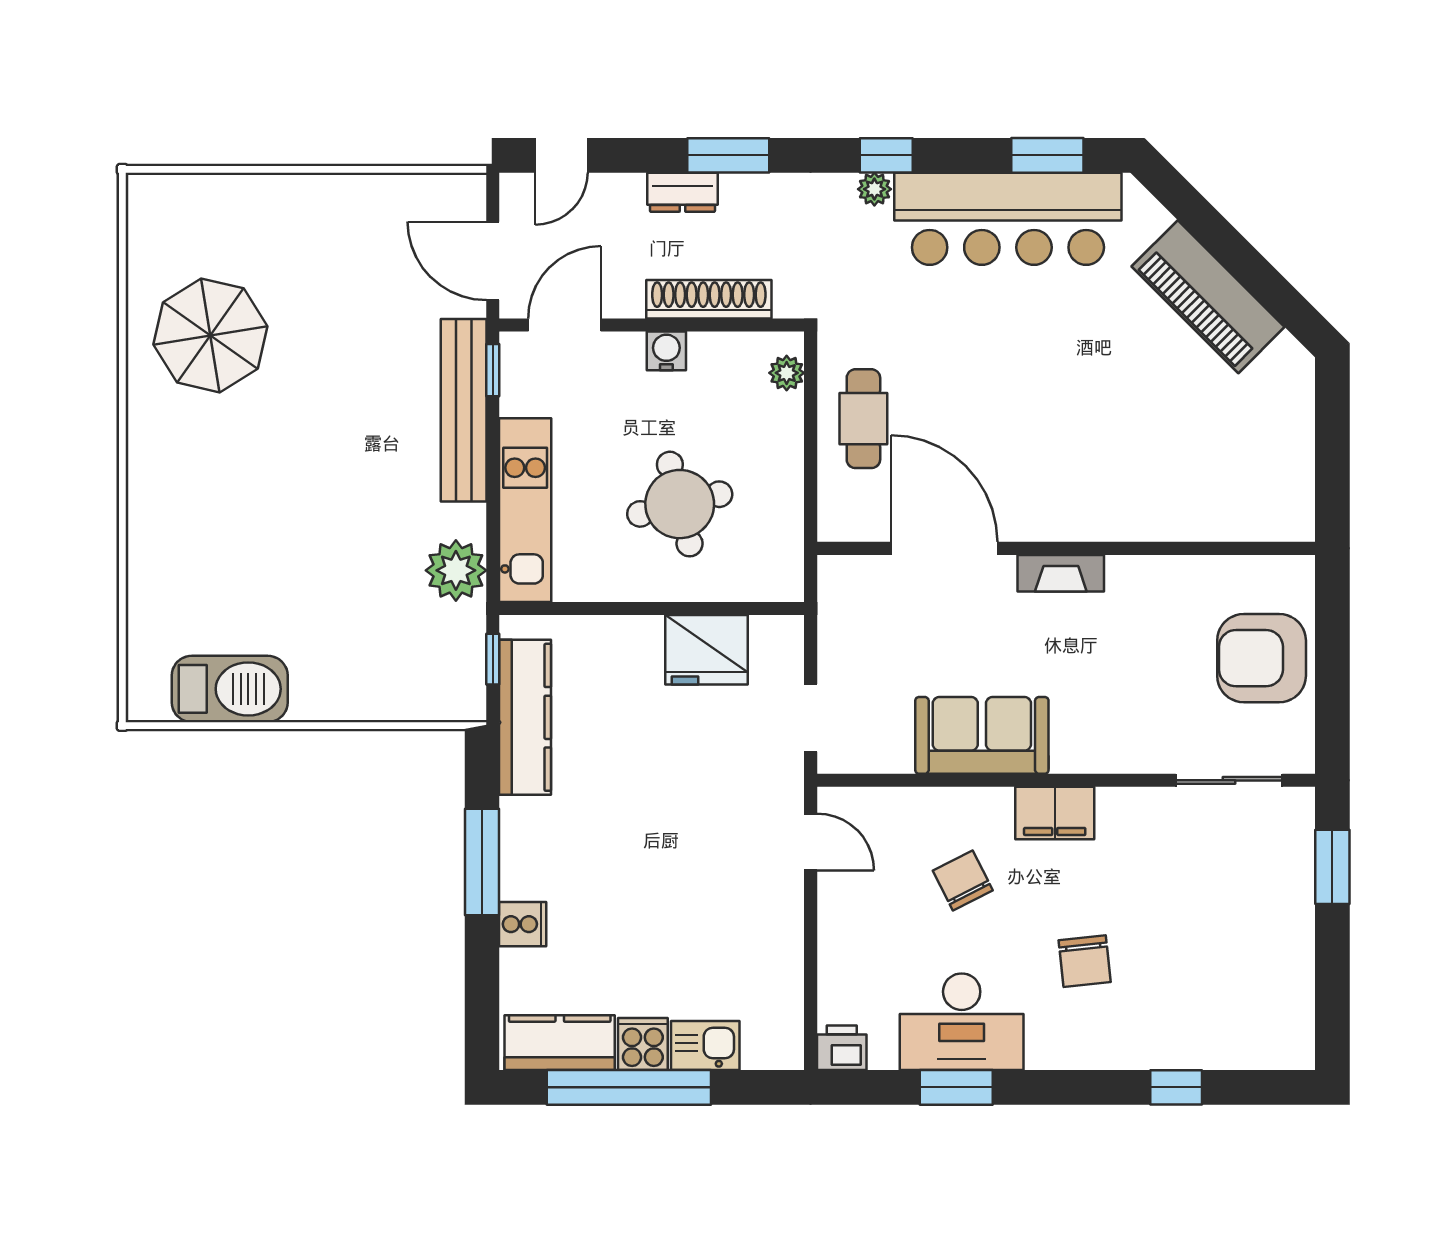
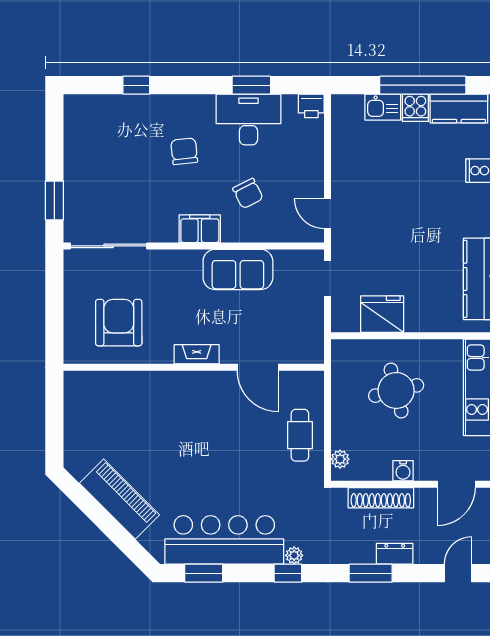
door: (944, 548) -> (258, 367), width x0.73
armchair: (1262, 658) -> (119, 323), moved, turned -90
sliding door: (1229, 780) -> (109, 246), width x1.37

